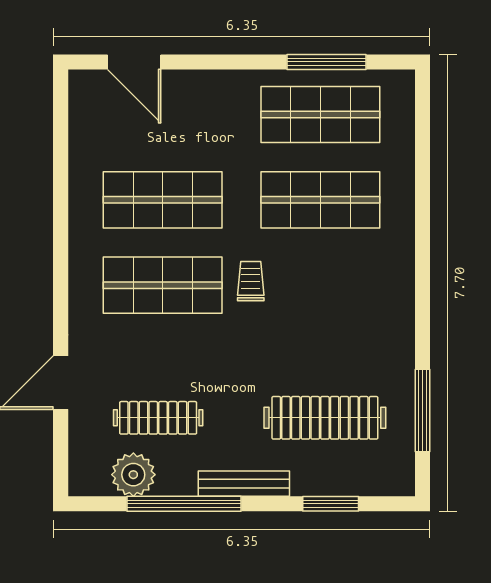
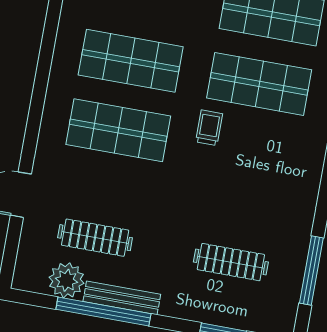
trolley: (251, 281) -> (209, 128), moved
clothes rail: (325, 418) -> (231, 262), width x0.73, depth x0.76
bench: (244, 484) -> (122, 298), moved

